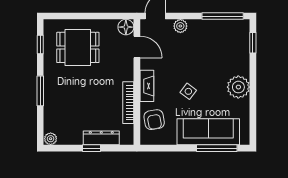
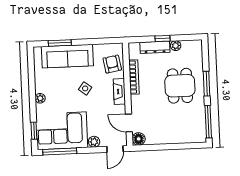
corner sofa: (219, 41) -> (62, 131), added
window: (40, 44) -> (208, 122), width x2.17
dining table: (78, 47) -> (180, 86), moved, turned 90
plant: (238, 87) -> (40, 98), width x0.53, depth x0.53
plant: (51, 139) -> (176, 46), moved
window: (217, 148) -> (60, 43), width x0.69

